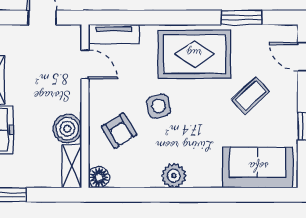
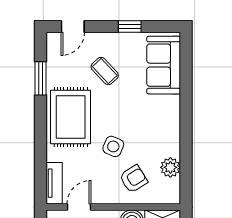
side table: (159, 106) -> (113, 146), turned 37
plant: (174, 176) -> (170, 167), moved
floor lamp: (99, 177) -> (172, 195), removed

